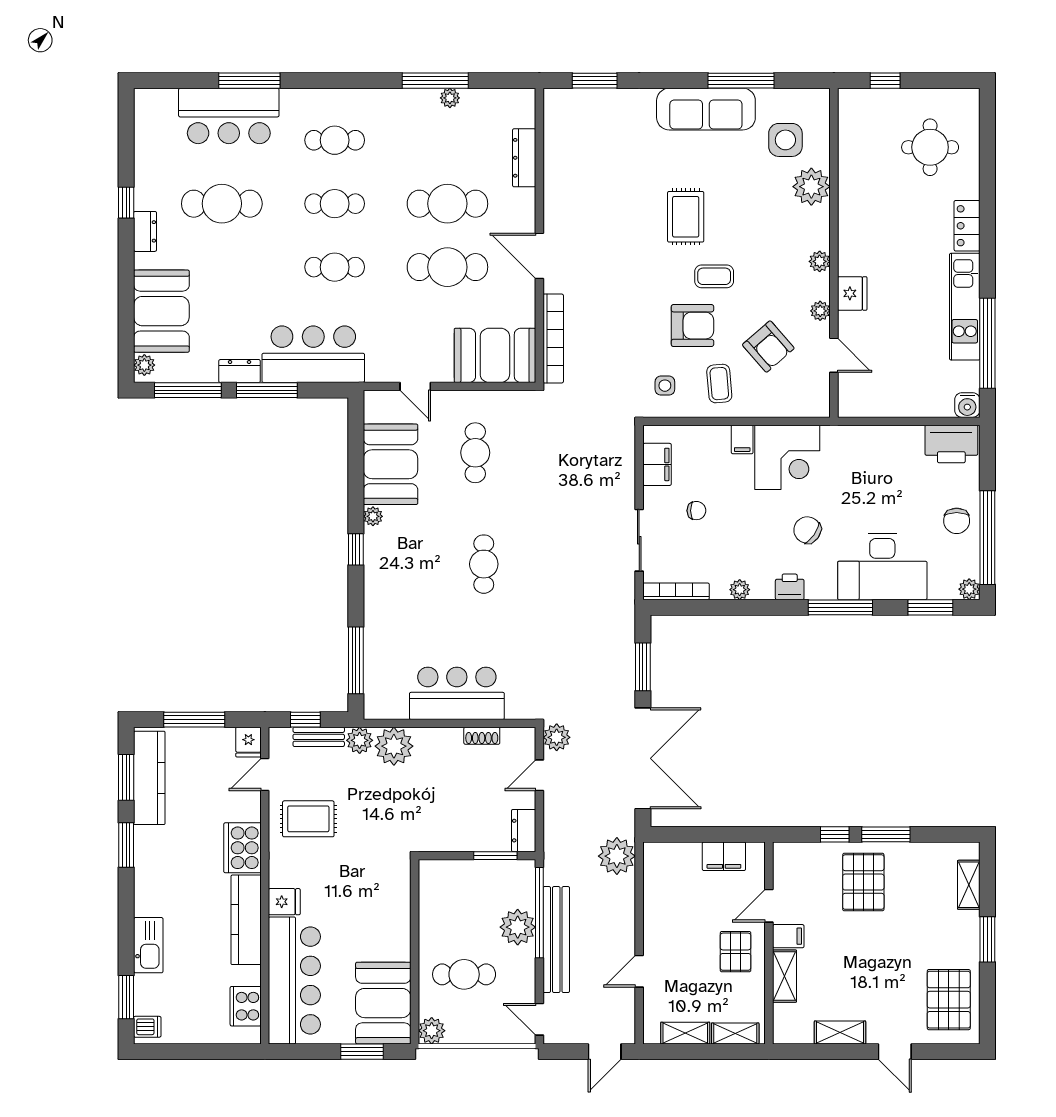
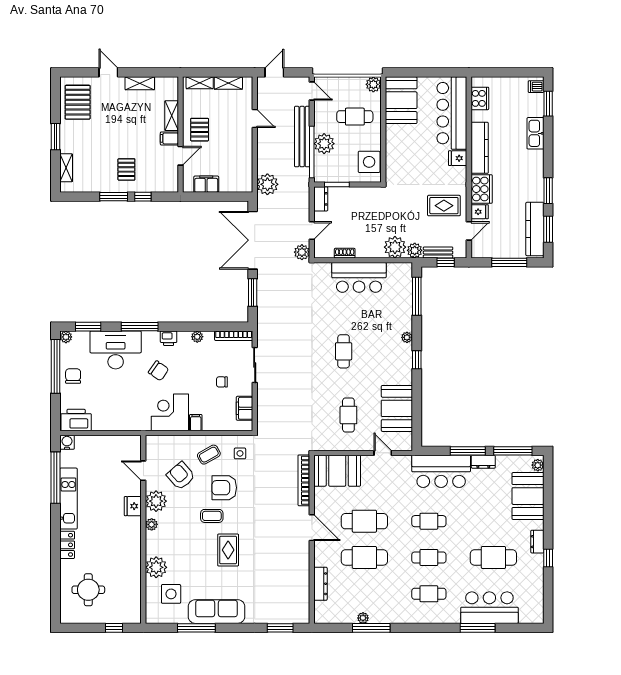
plant: (820, 311) -> (156, 501), width x1.88, depth x1.88
coffee table: (719, 384) -> (209, 455), turned 66
plant: (373, 516) -> (407, 337), moved
fridge: (248, 742) -> (480, 212), moved, turned 90
pallet: (863, 882) -> (126, 169), width x0.67, depth x0.71
side table: (439, 895) -> (369, 162), added
door: (639, 971) -> (255, 118), hinge flipped
window: (362, 1052) -> (413, 72), removed

